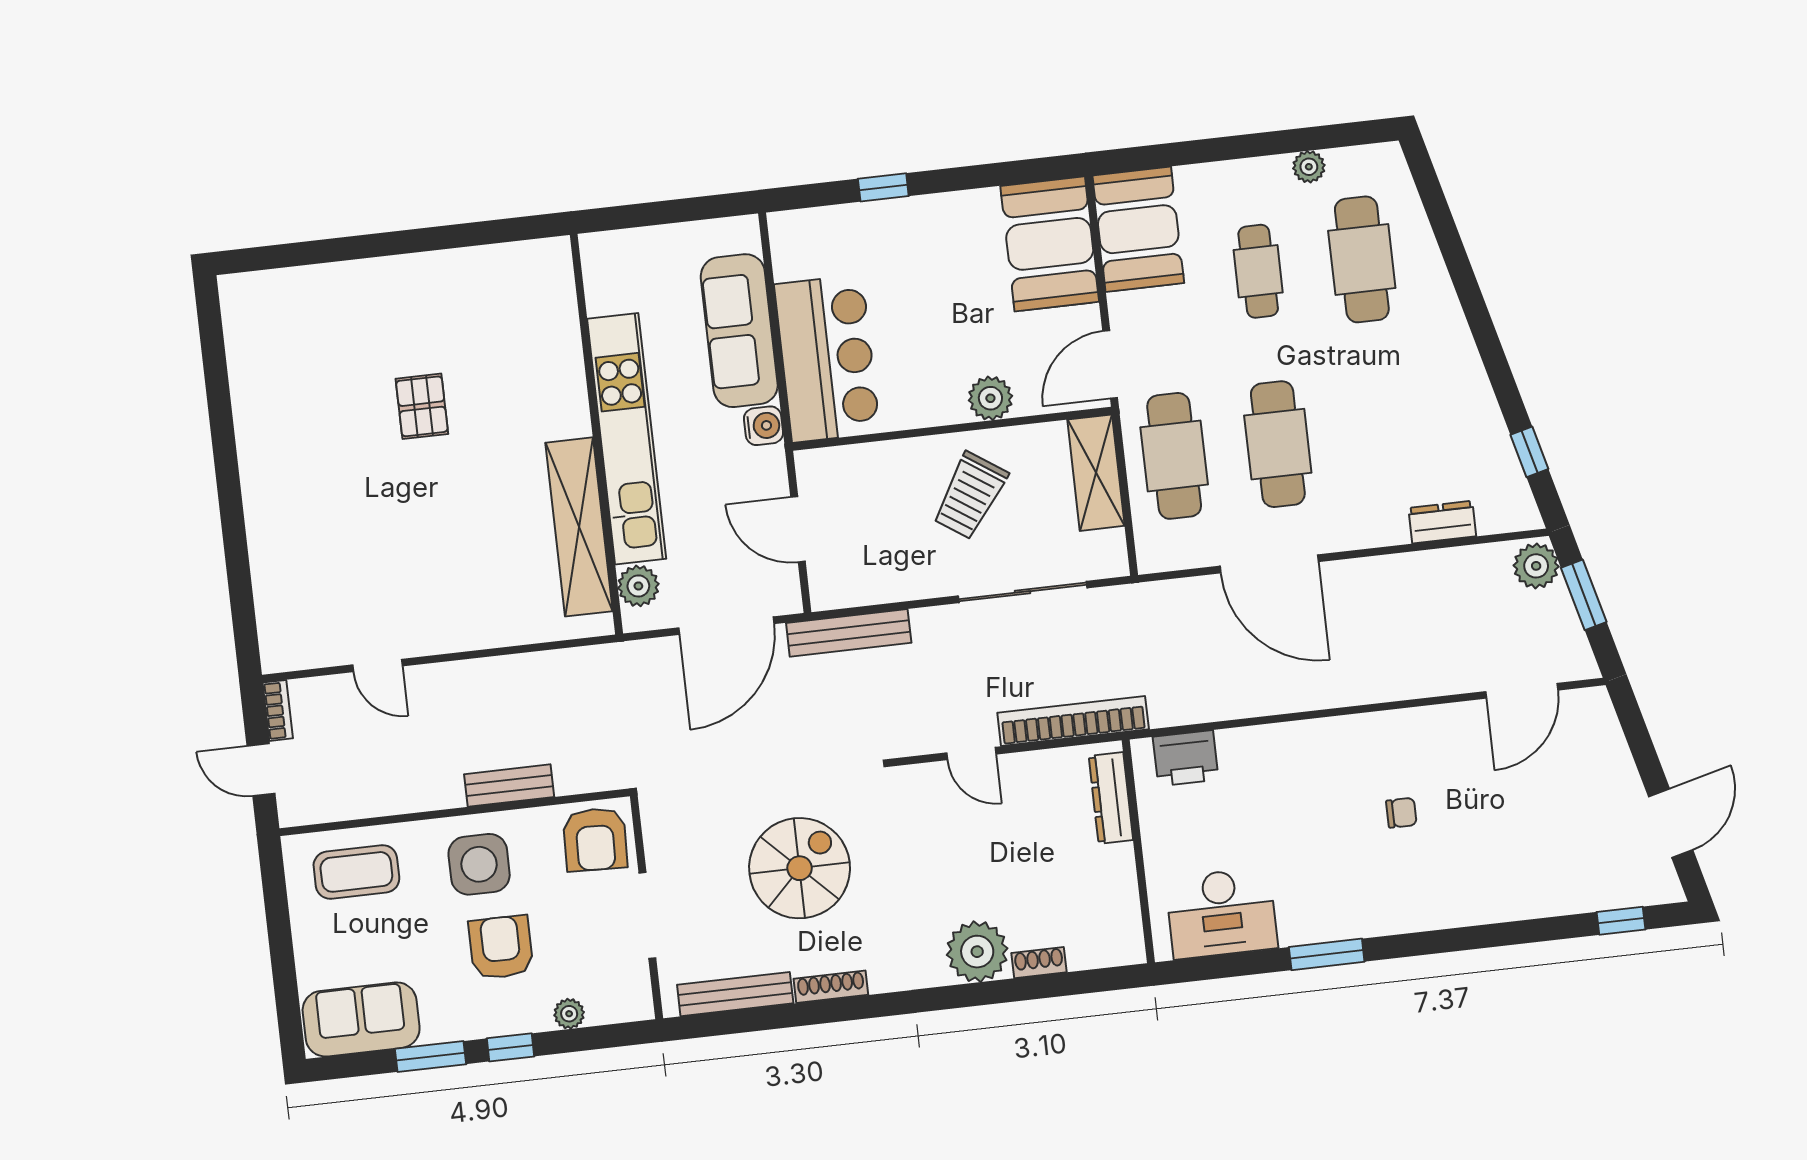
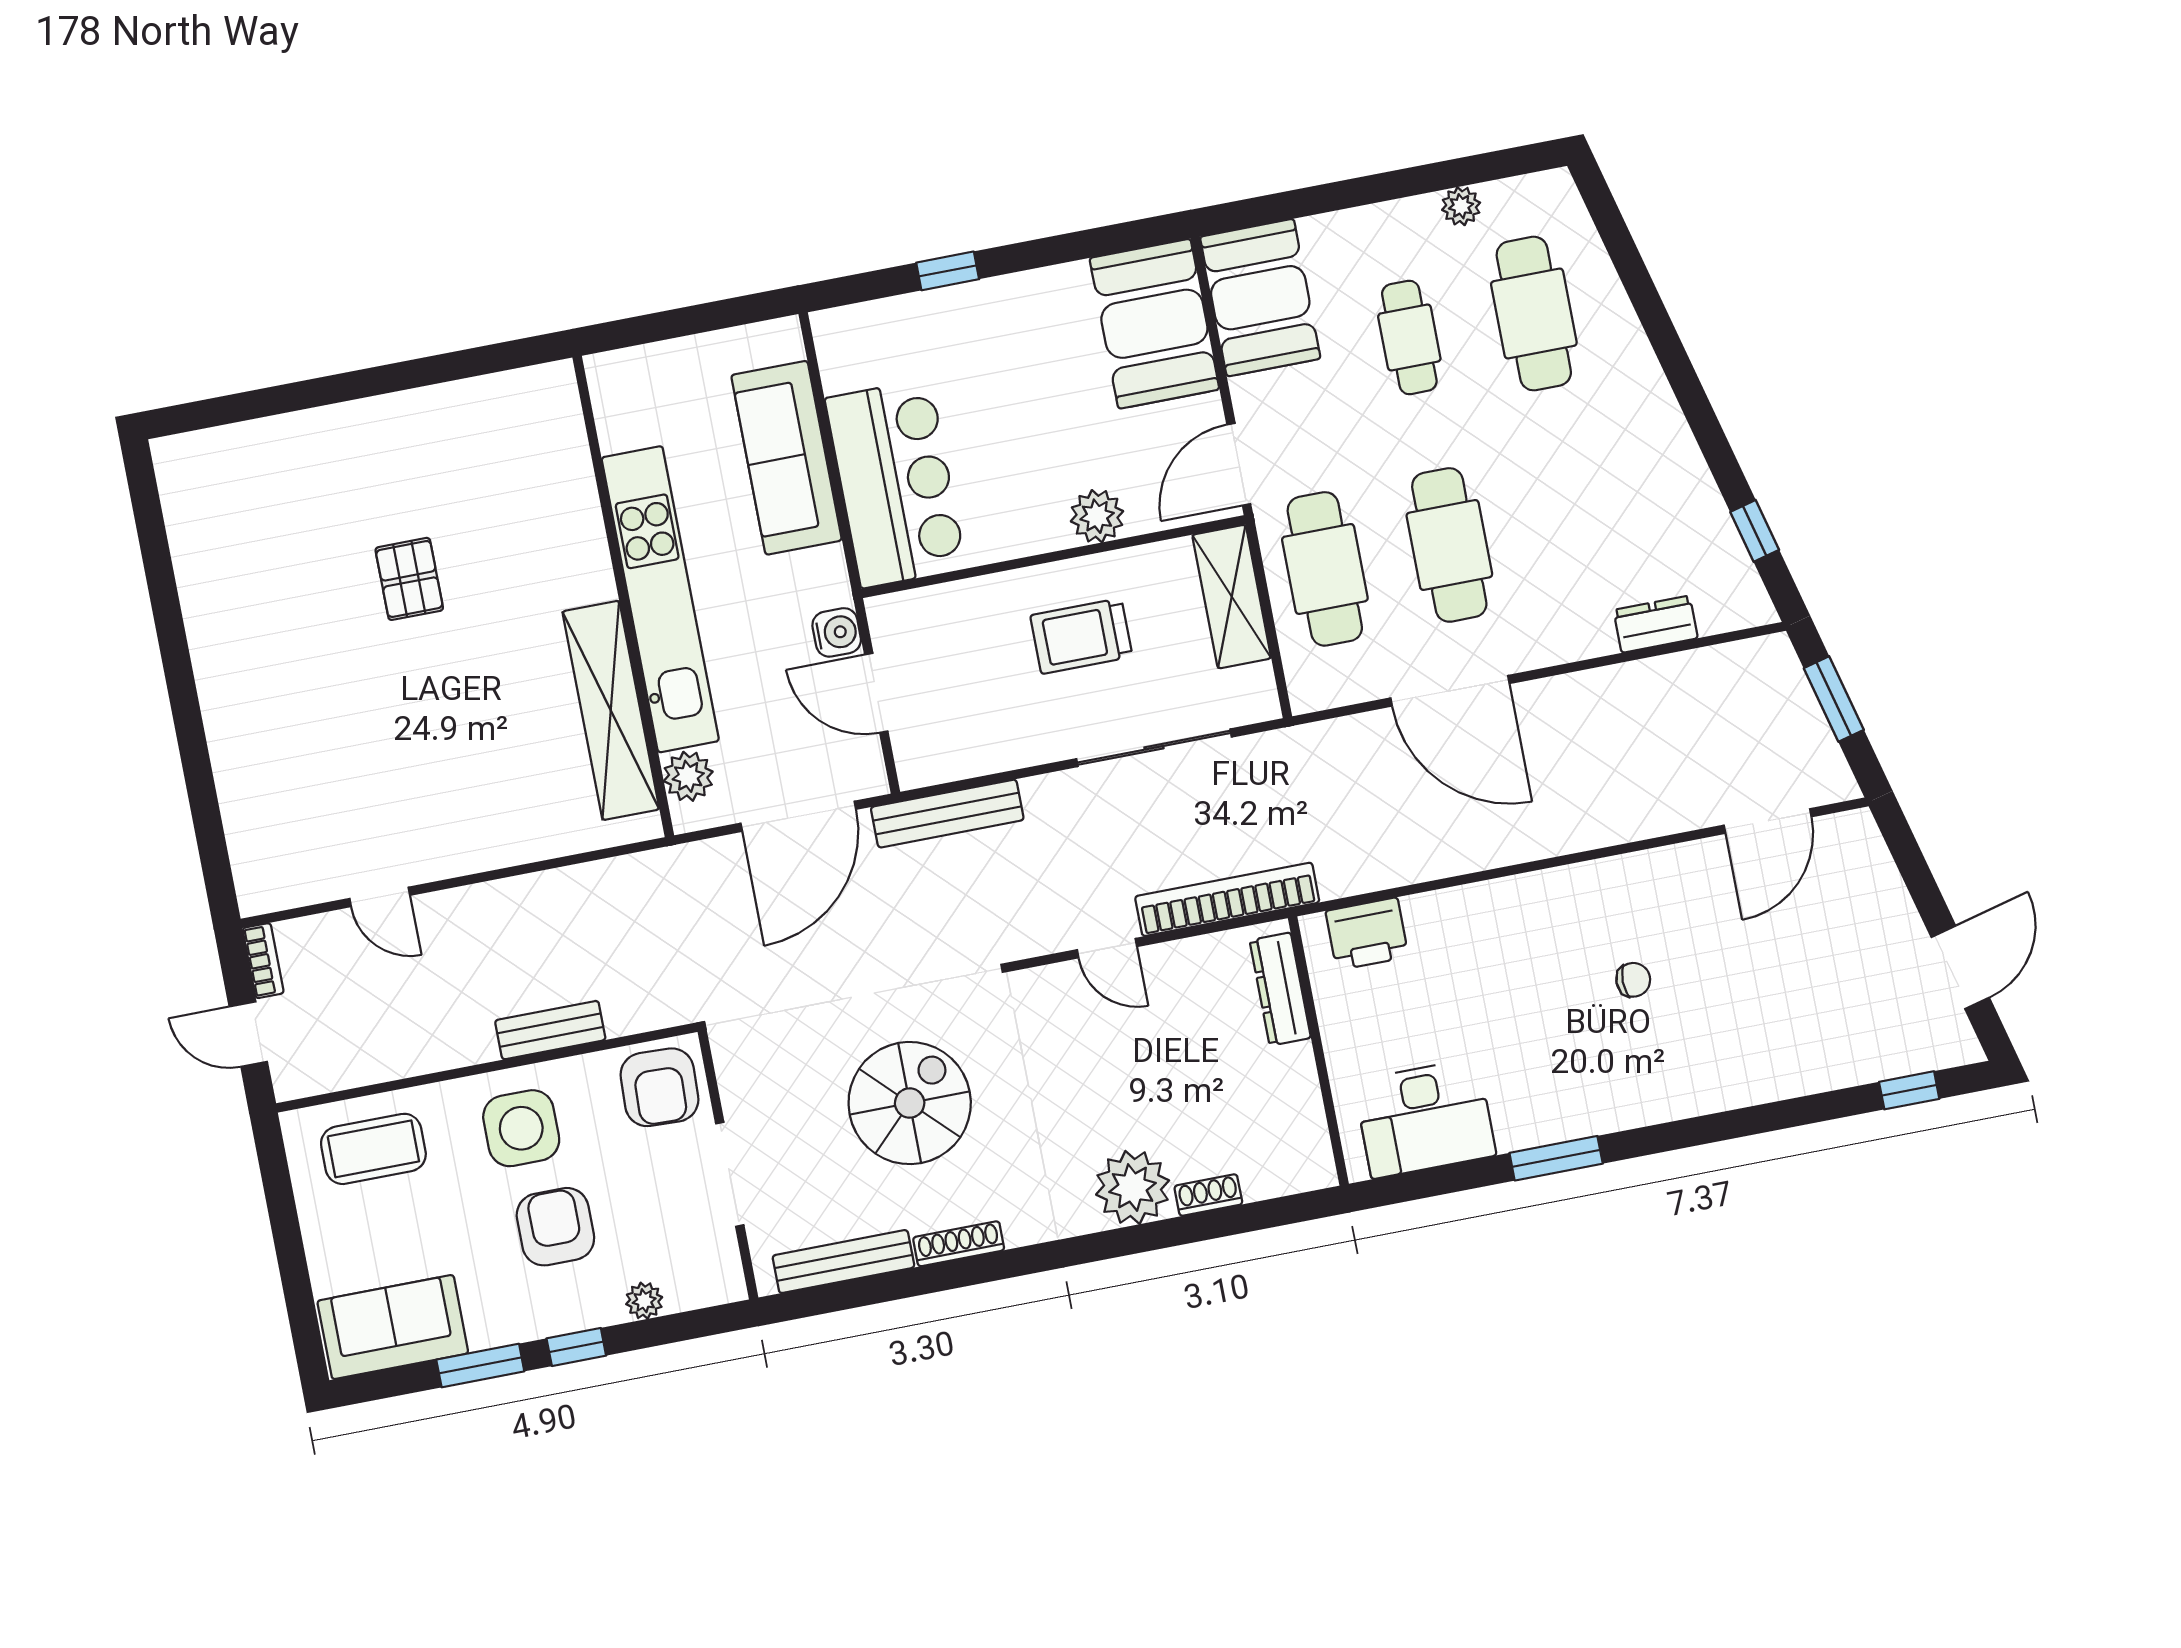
water cooler: (764, 426) -> (837, 632), moved
trolley: (970, 496) -> (1081, 636), turned 56
plant: (1536, 566) -> (1773, 668), removed

